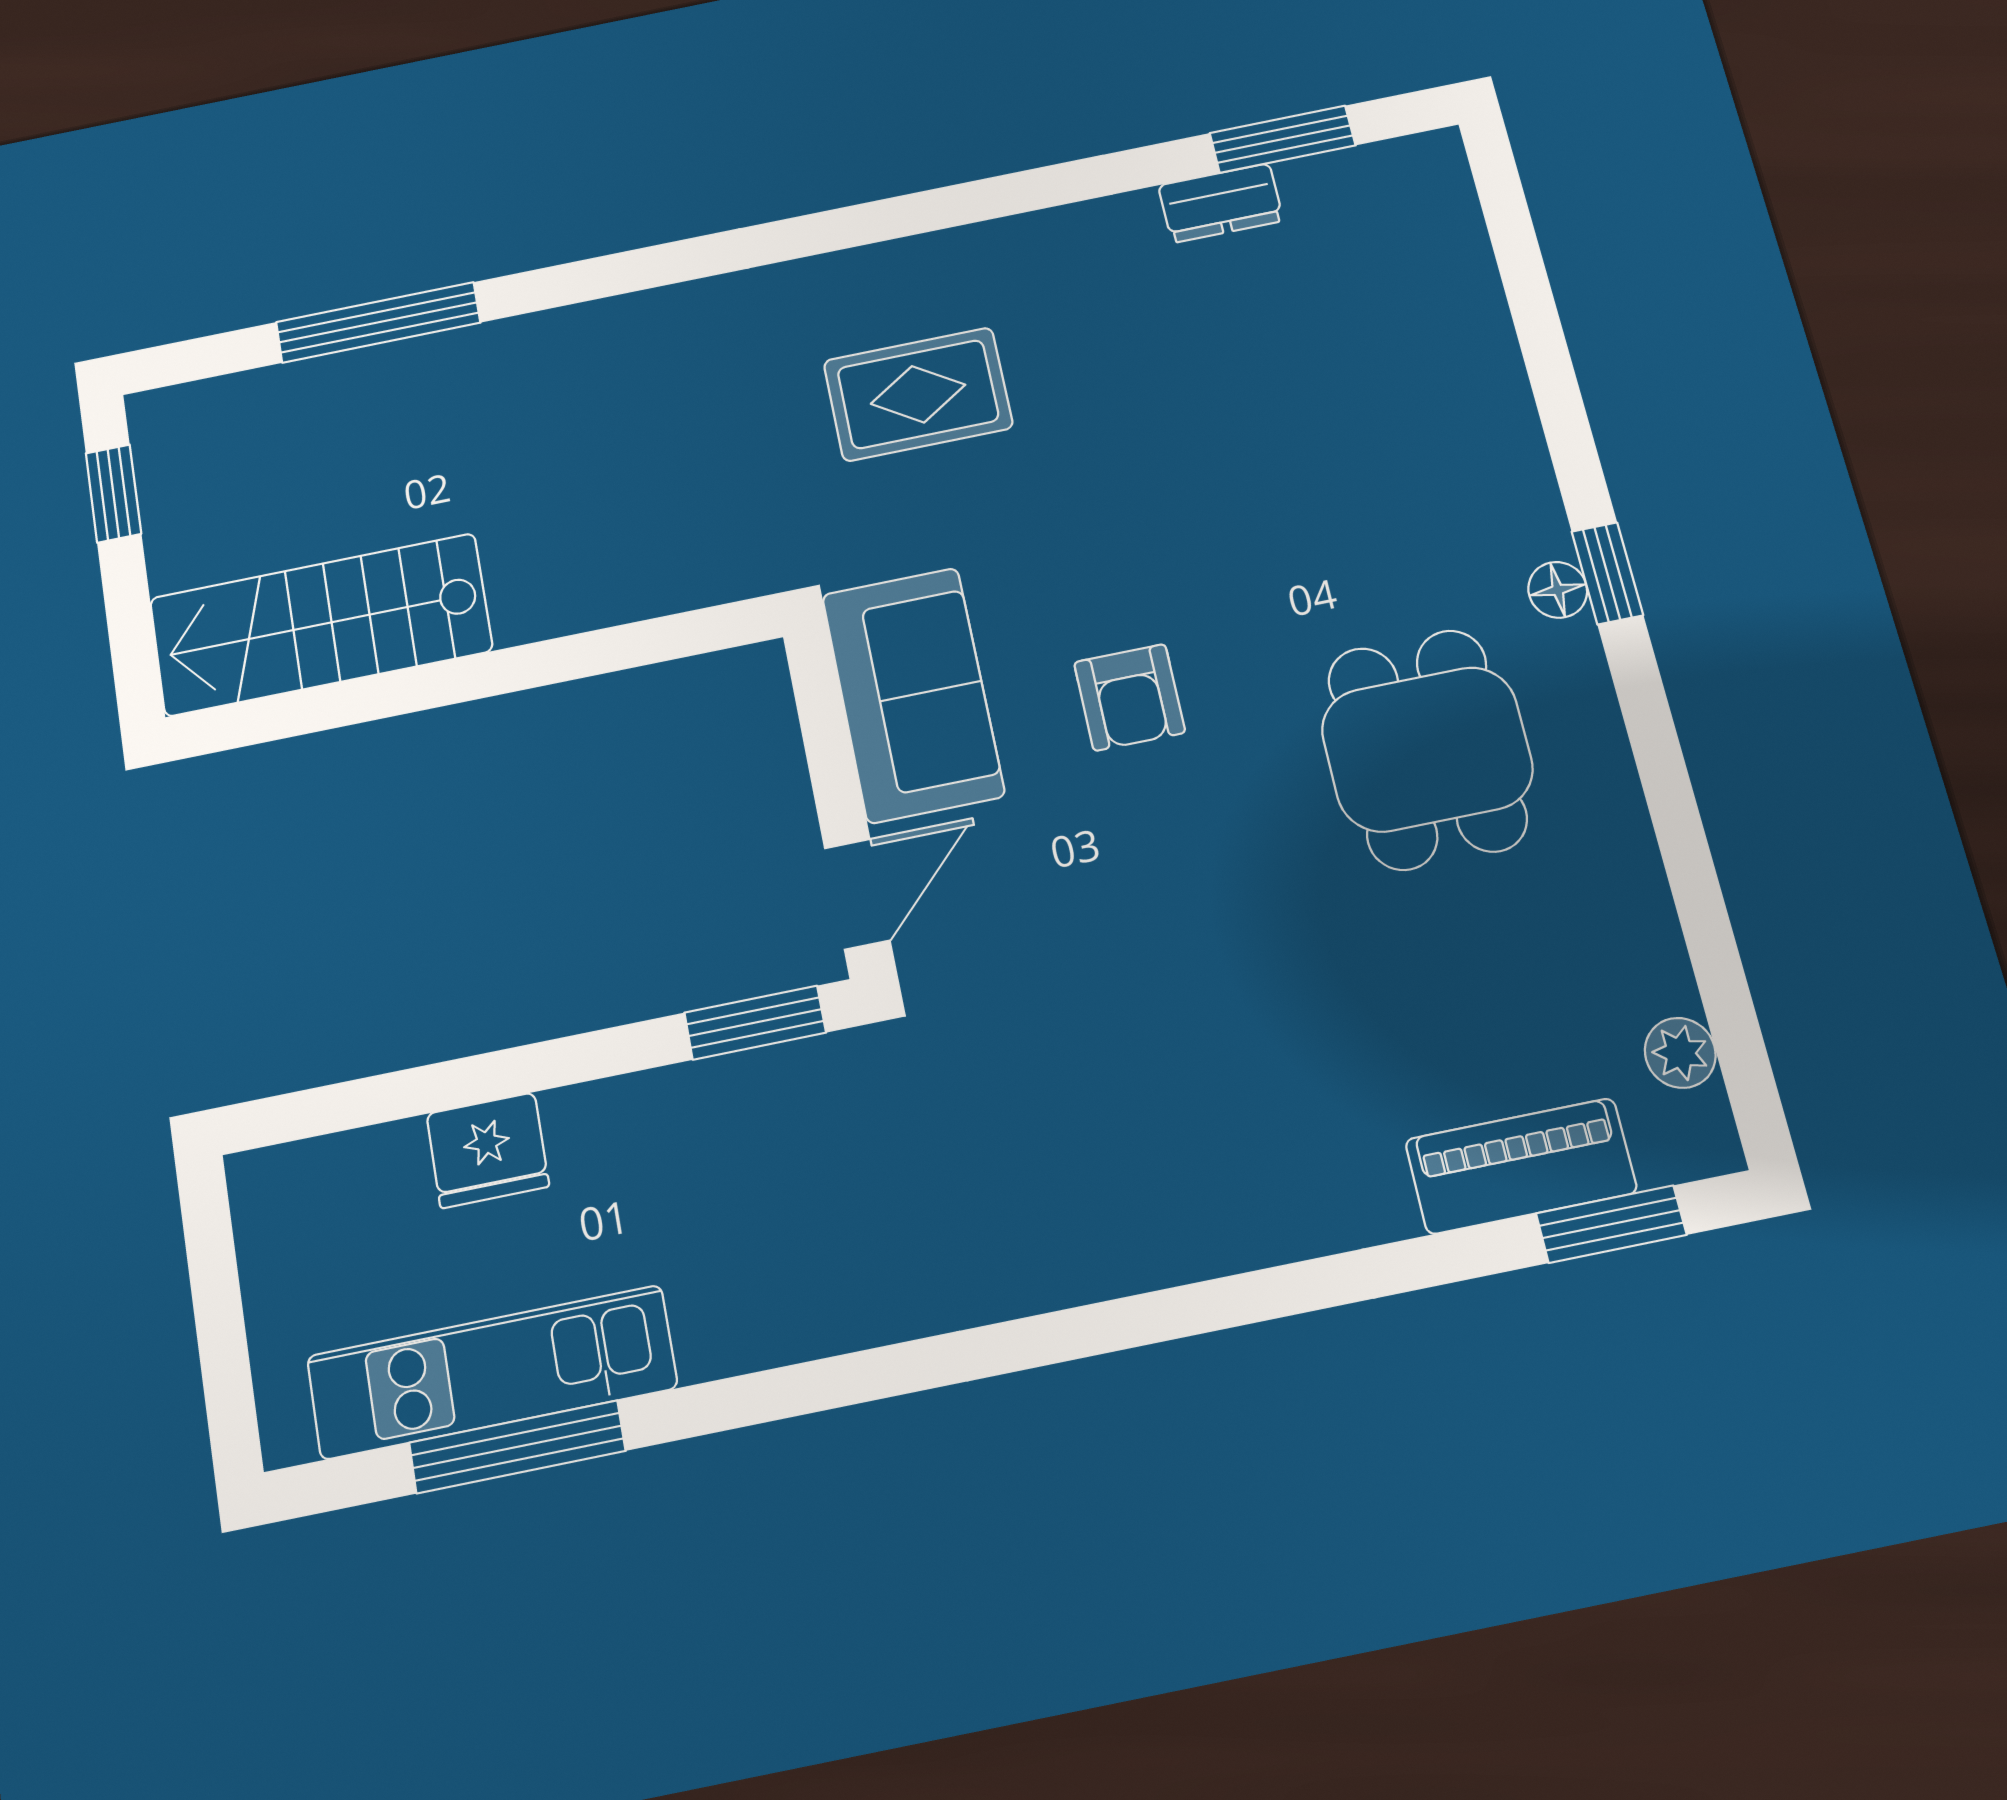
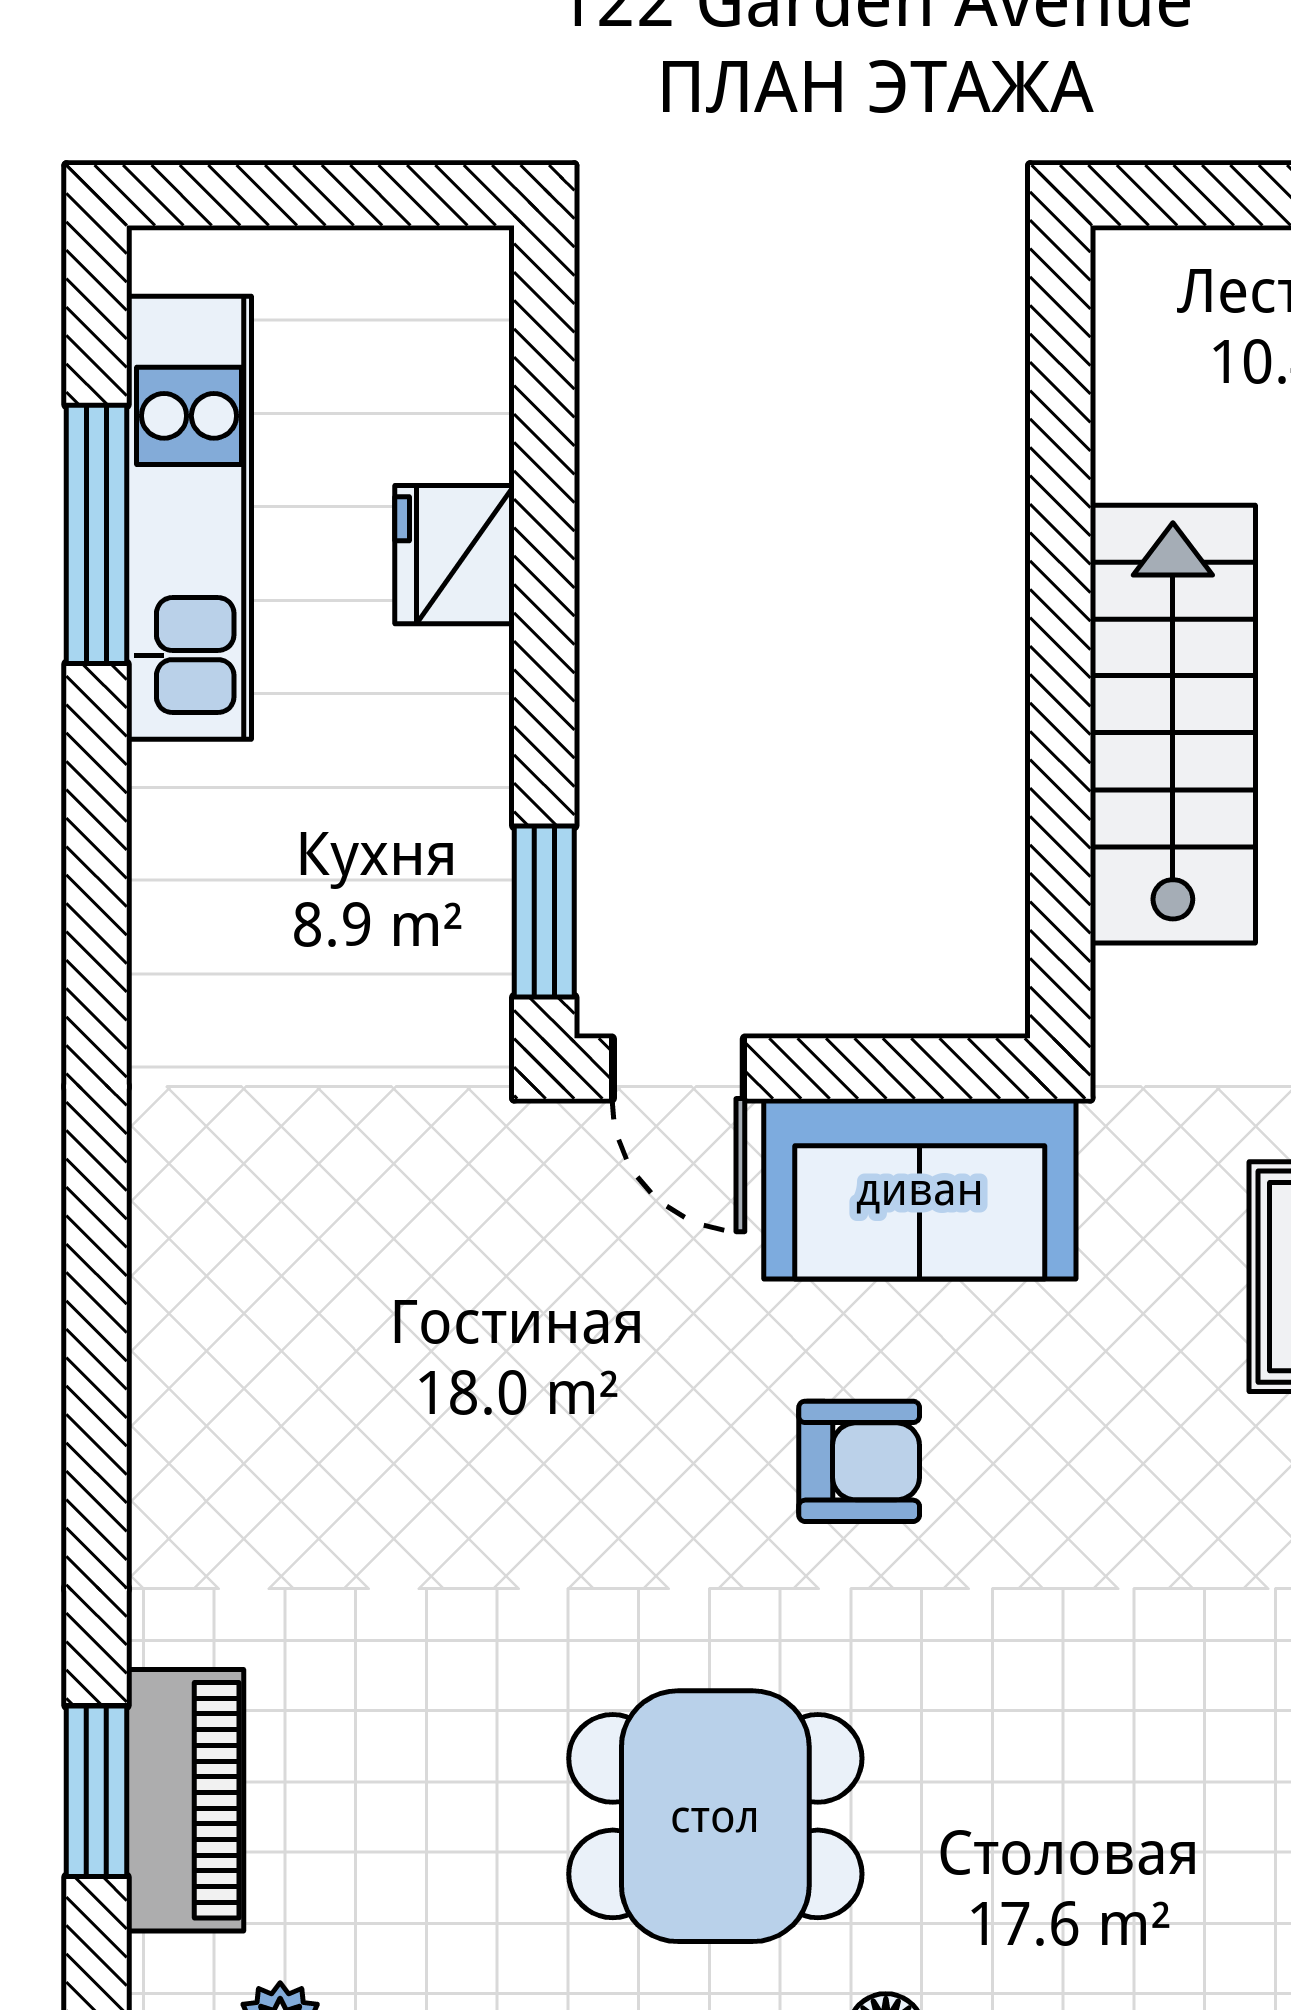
stairs: (321, 625) -> (1173, 724), moved
armchair: (1130, 697) -> (859, 1461), turned 180
window: (1611, 1224) -> (96, 1791), moved

